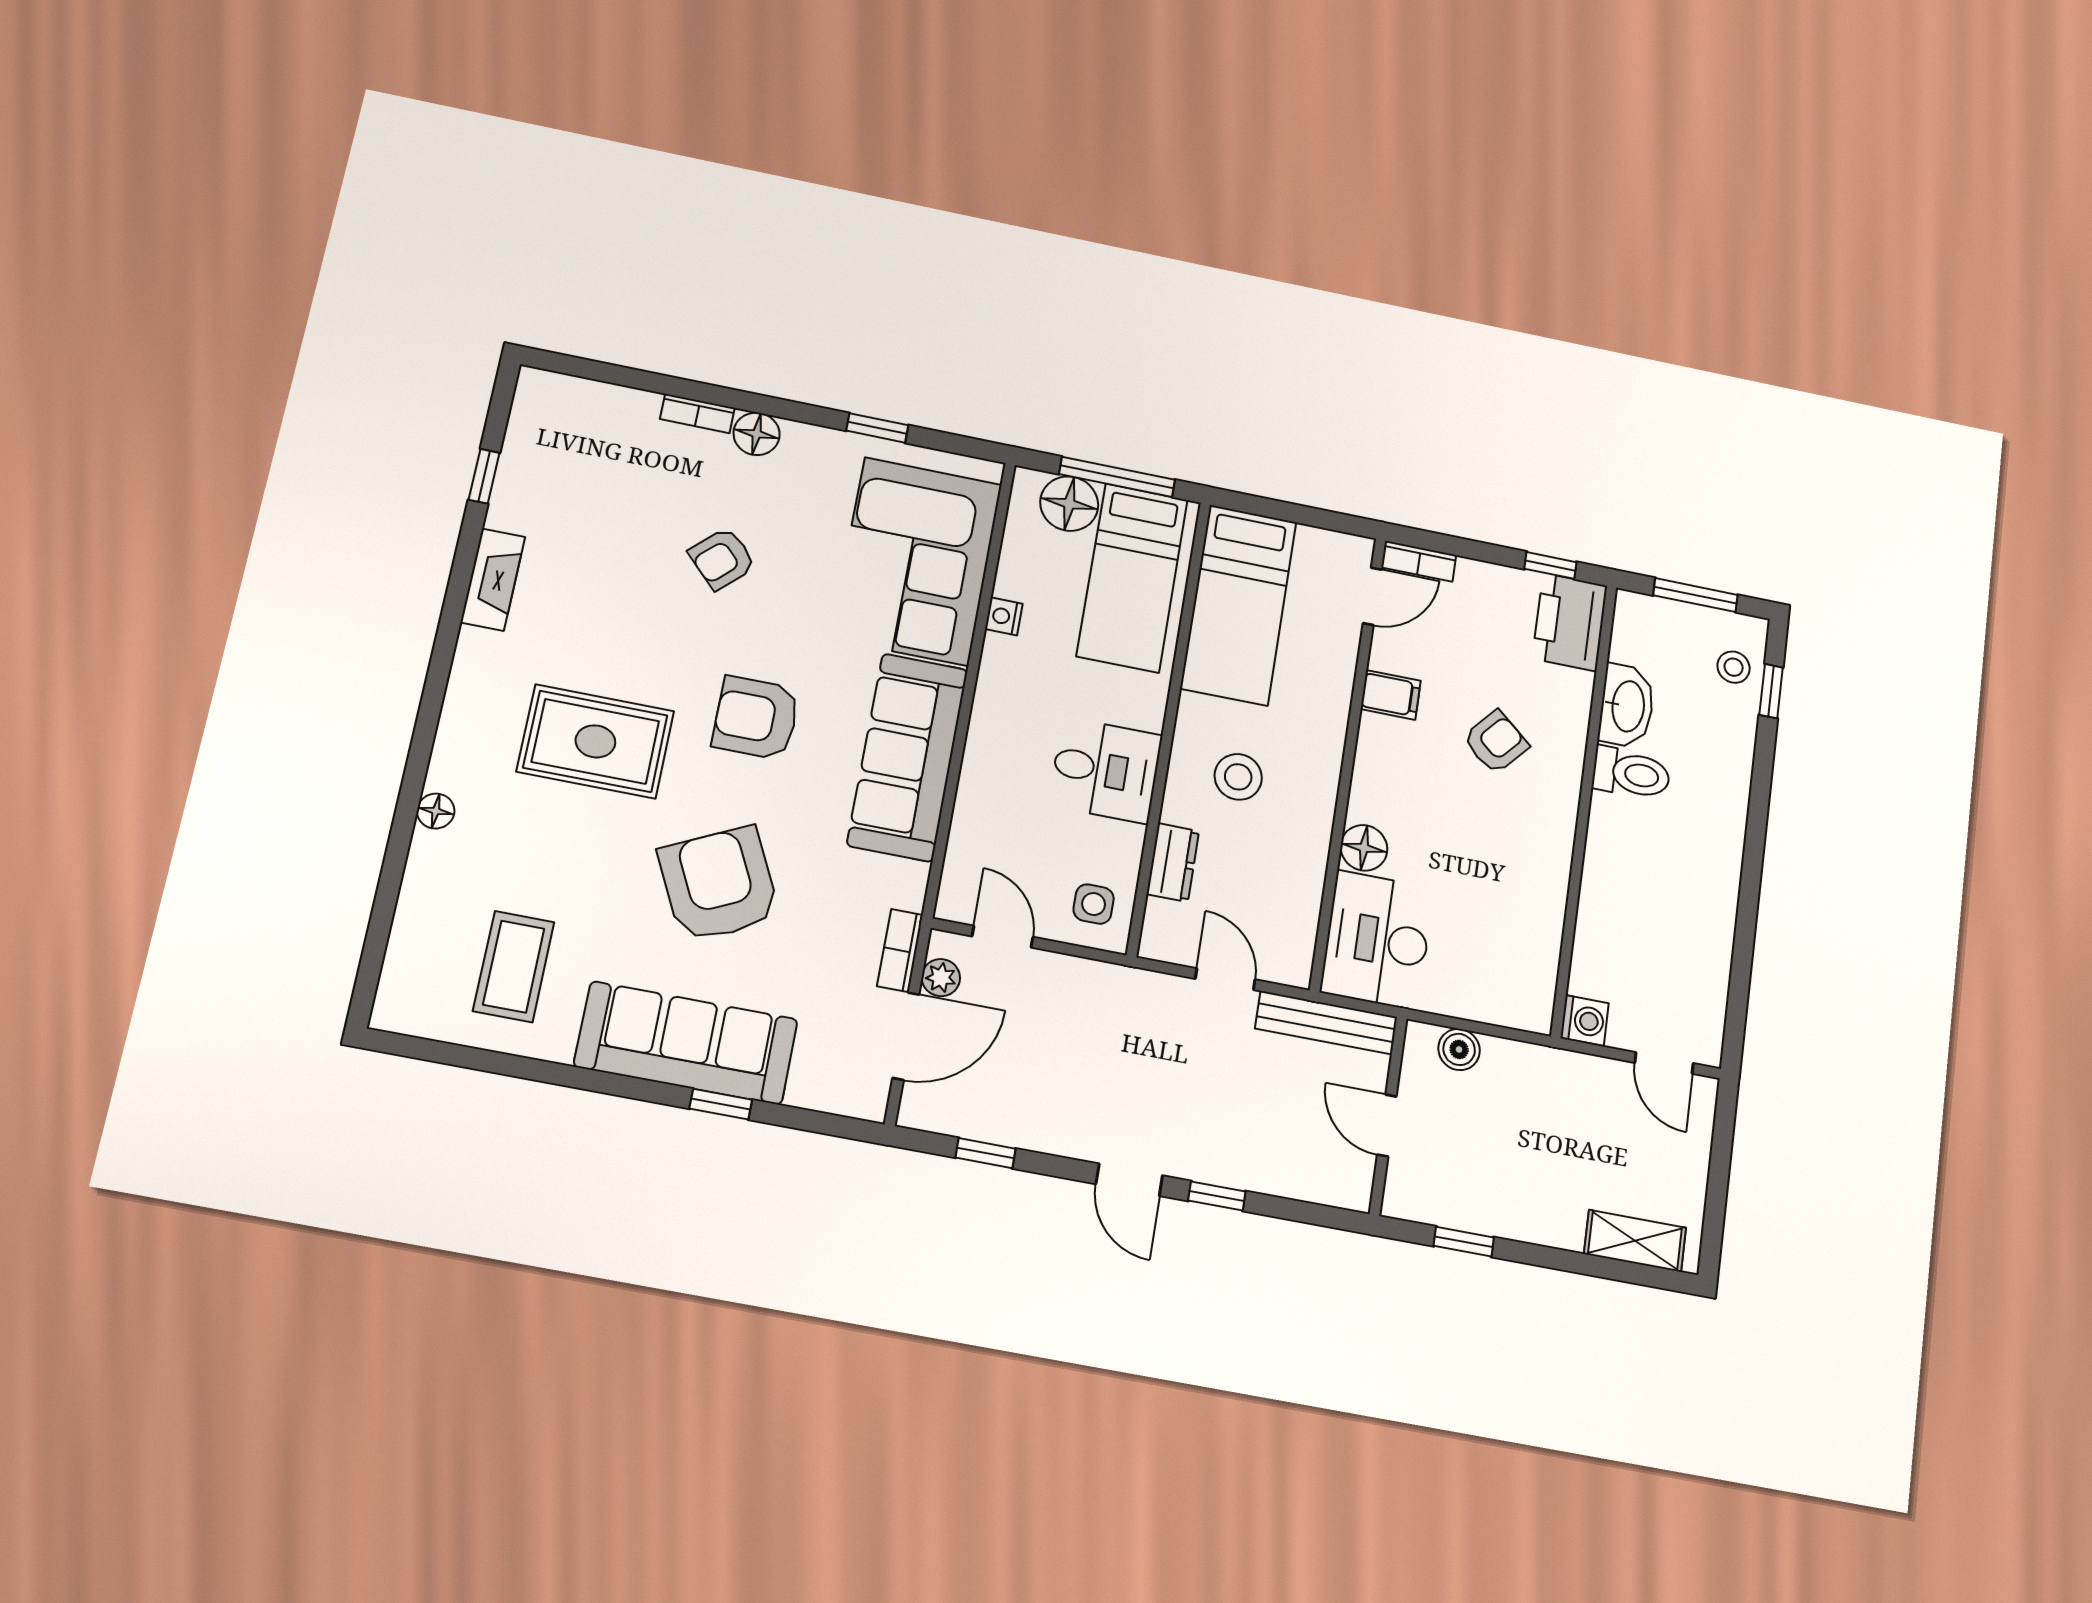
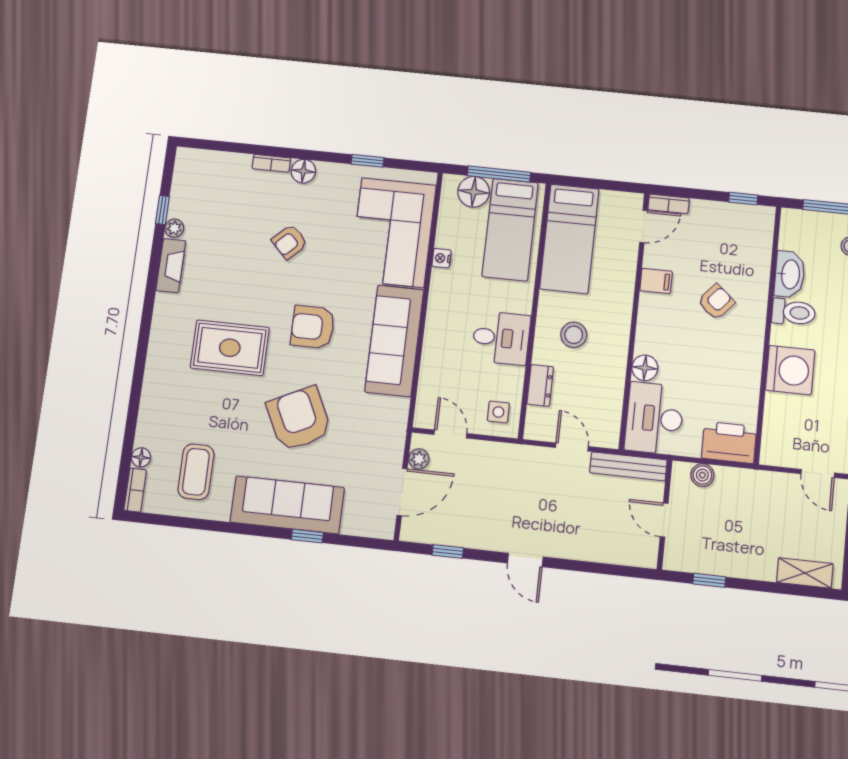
plant: (504, 512) -> (174, 228), added
printer: (1570, 622) -> (729, 442), moved, turned 90
floor lamp: (436, 811) -> (141, 457), moved
bookcase: (900, 950) -> (135, 490), moved, turned 180
washing machine: (1585, 1021) -> (790, 370), moved, width x1.89, depth x1.89
window: (1217, 1196) -> (573, 565), removed

